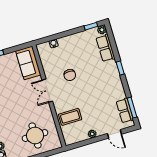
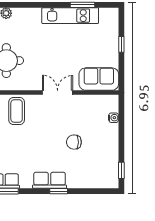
plant: (102, 30) -> (113, 183), removed
row of seats: (106, 48) -> (50, 180), moved
chair: (70, 75) -> (74, 142), moved

